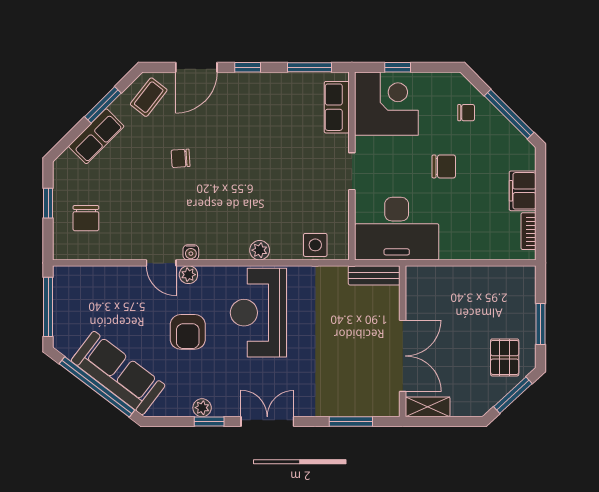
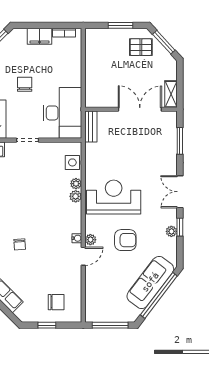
plant: (280, 251) -> (76, 184), added
reception desk: (258, 313) -> (114, 197), turned 180

